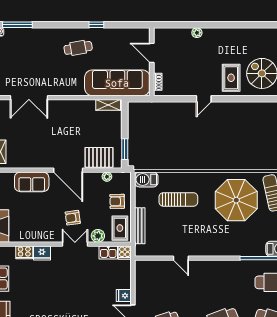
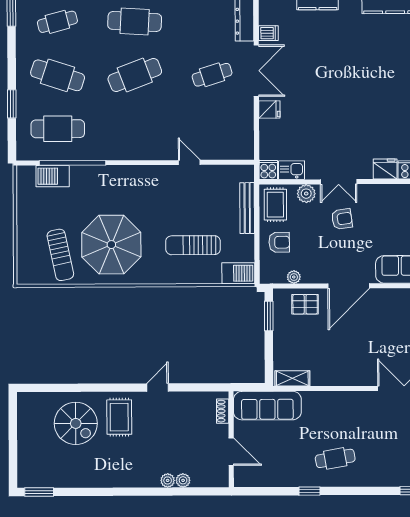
plant: (186, 33) -> (183, 480), added
sofa: (117, 83) -> (267, 406), width x0.74, depth x0.79
pallet: (99, 157) -> (305, 304), width x0.67, depth x0.71
door: (68, 170) -> (349, 286), swing flipped

